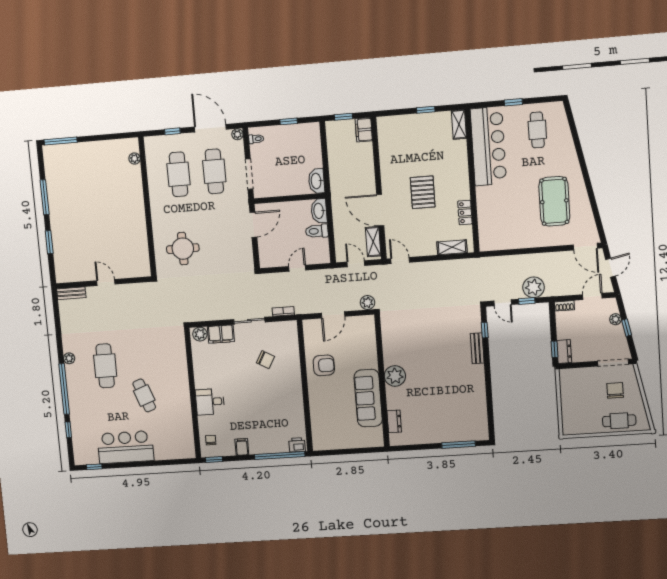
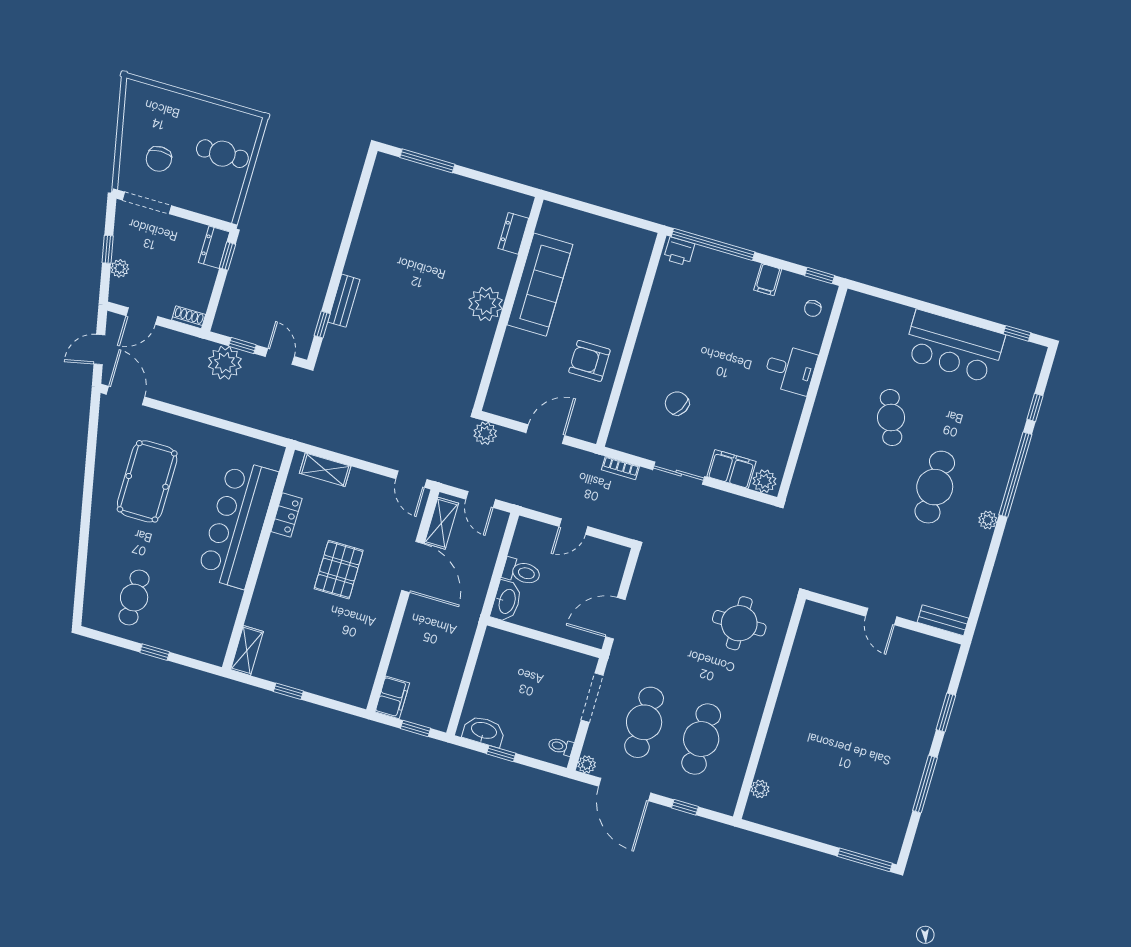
bar counter: (488, 146) -> (238, 524), moved
washbasin: (317, 181) -> (484, 731), moved, turned -90
cafe table: (619, 421) -> (222, 154), moved

